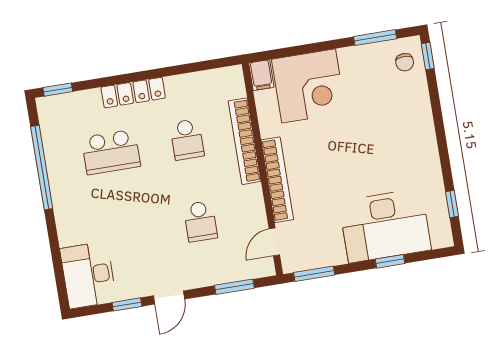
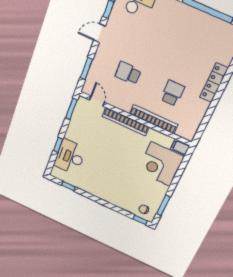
school desk: (187, 139) -> (172, 93), turned 90
school desk: (111, 152) -> (191, 52), removed
desk: (385, 226) -> (70, 157), width x0.73, depth x0.77
door: (169, 297) -> (100, 33), hinge flipped

